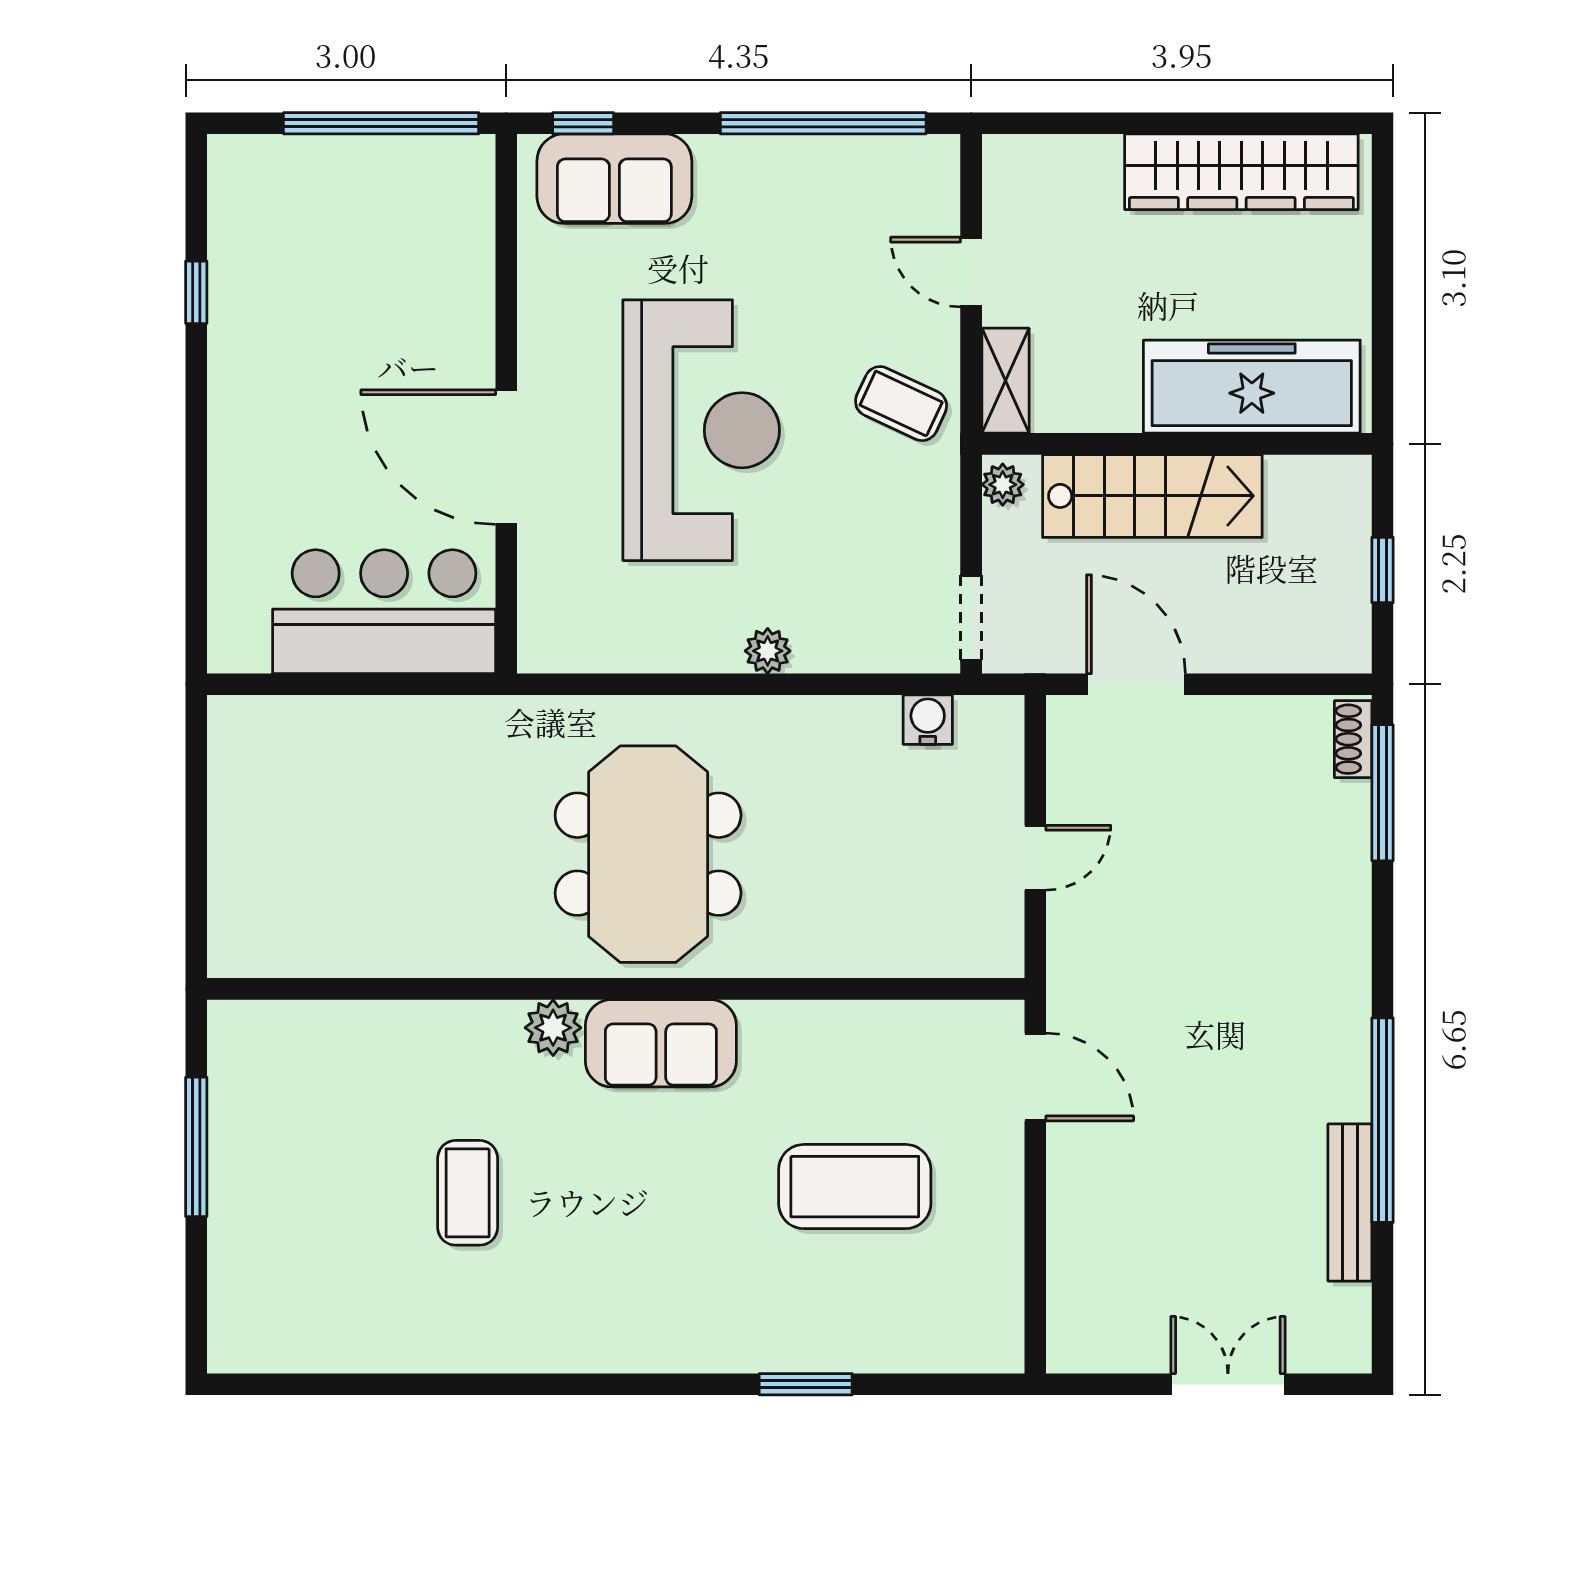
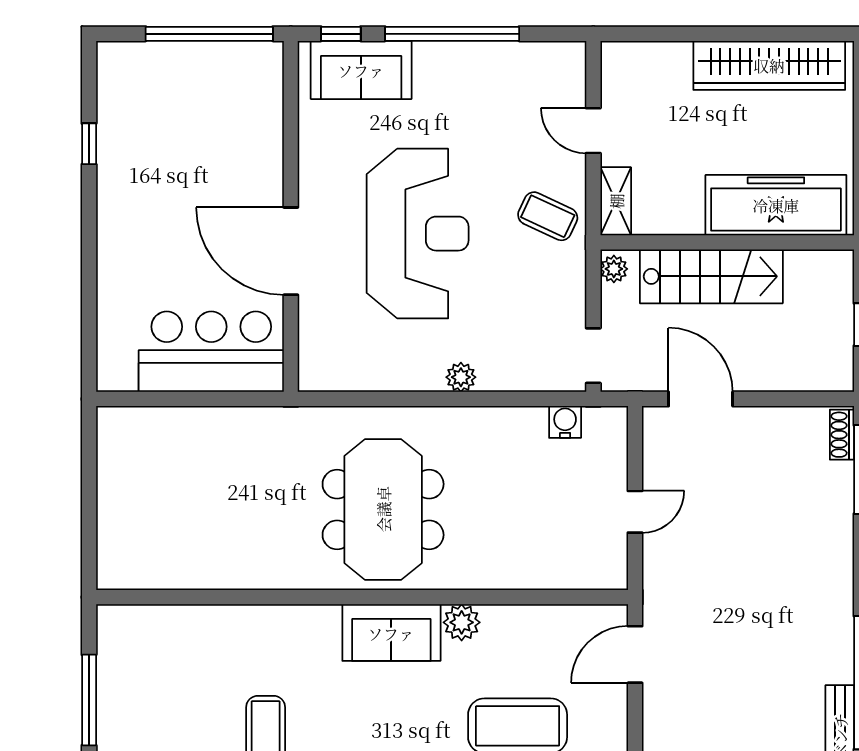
window: (823, 123) -> (452, 34), moved
plant: (553, 1028) -> (462, 622), moved
door: (1035, 1077) -> (635, 654), swing flipped

